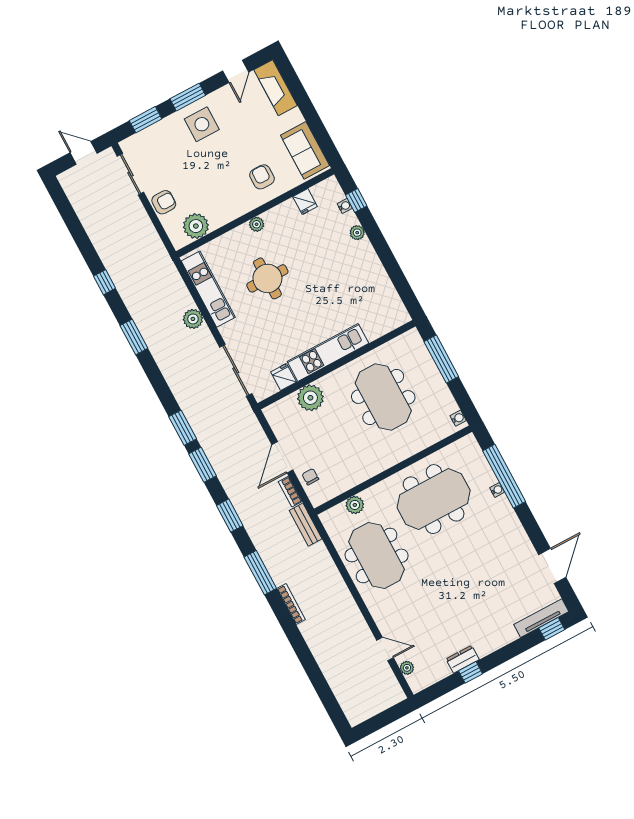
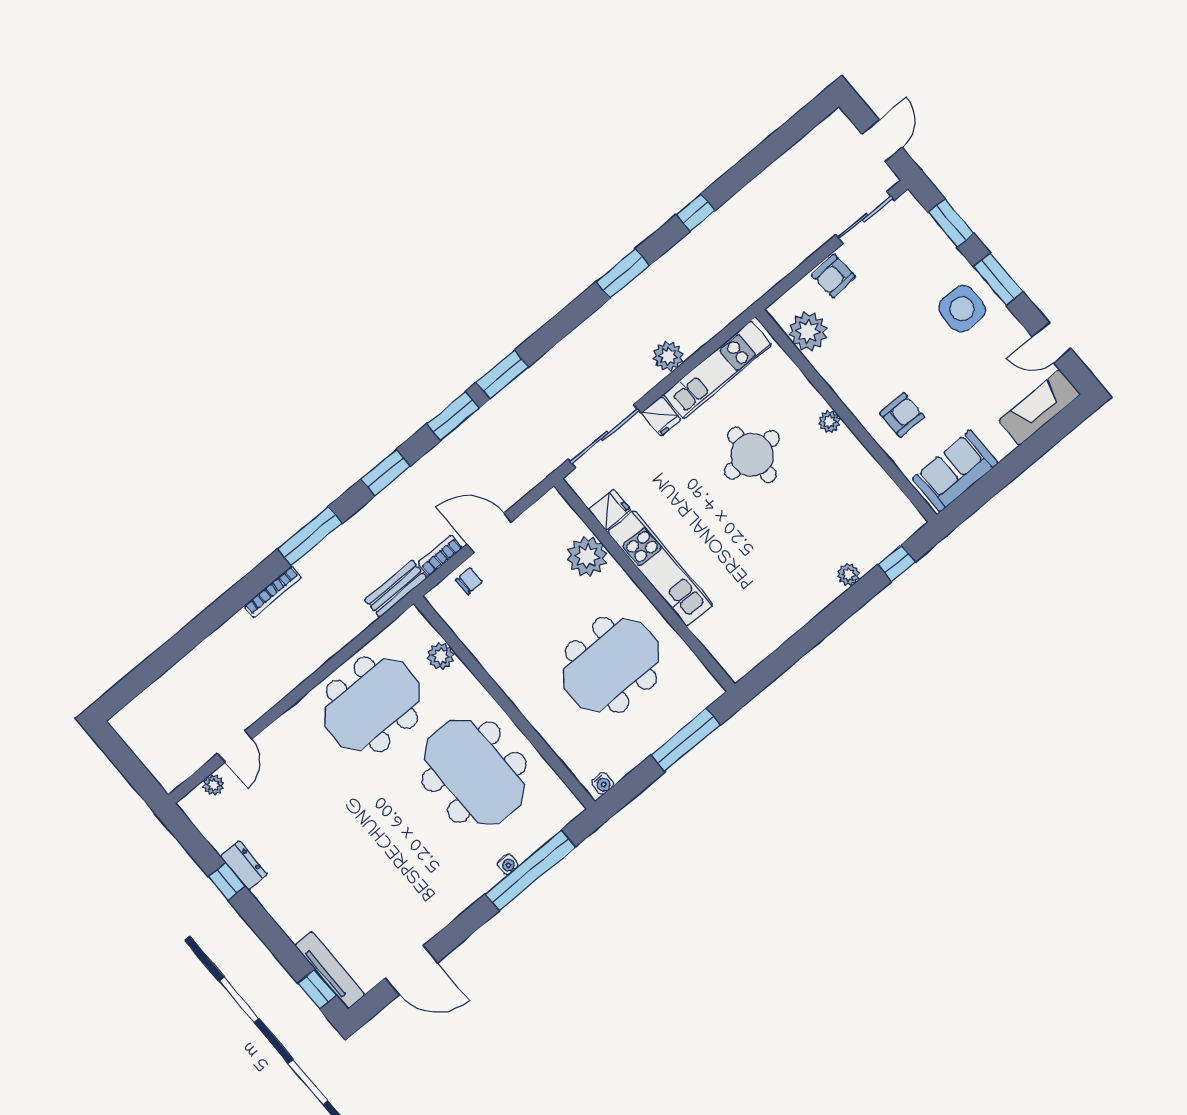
armchair: (164, 202) -> (833, 276), turned 86
fridge: (305, 202) -> (661, 416), moved, turned -90
water cooler: (345, 206) -> (884, 548), removed

